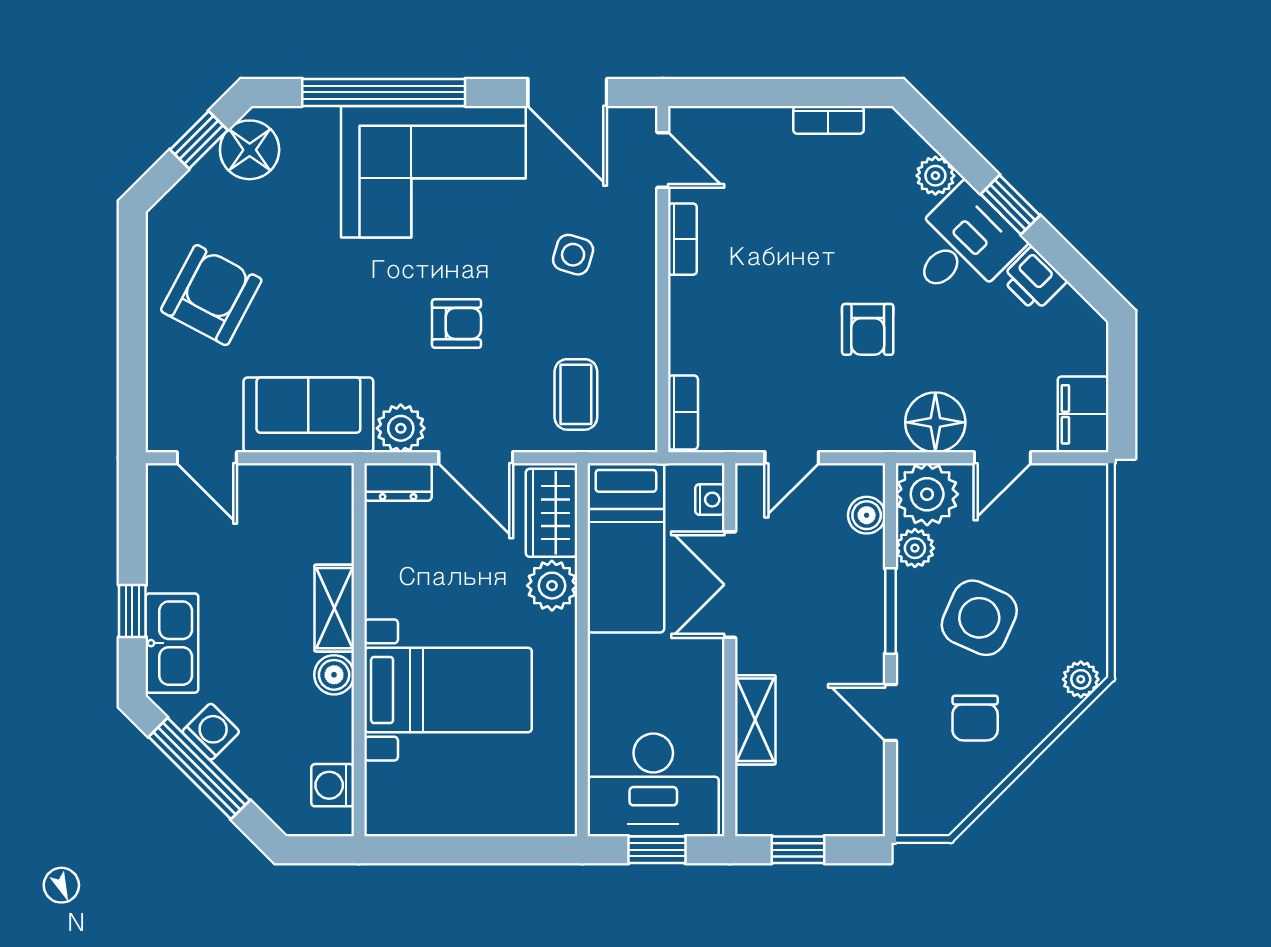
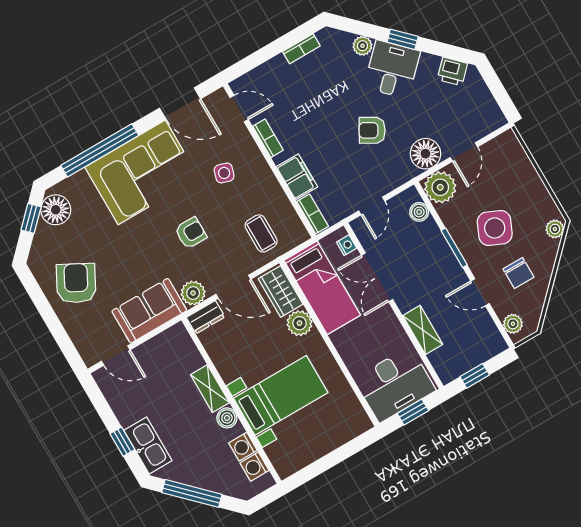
printer: (1034, 280) -> (452, 71), moved
armchair: (868, 329) -> (372, 130), turned 120
filing cabinet: (1083, 414) -> (297, 177), moved, turned 180
plant: (915, 548) -> (513, 324), moved
washing machine: (211, 732) -> (243, 447), moved, turned -135

